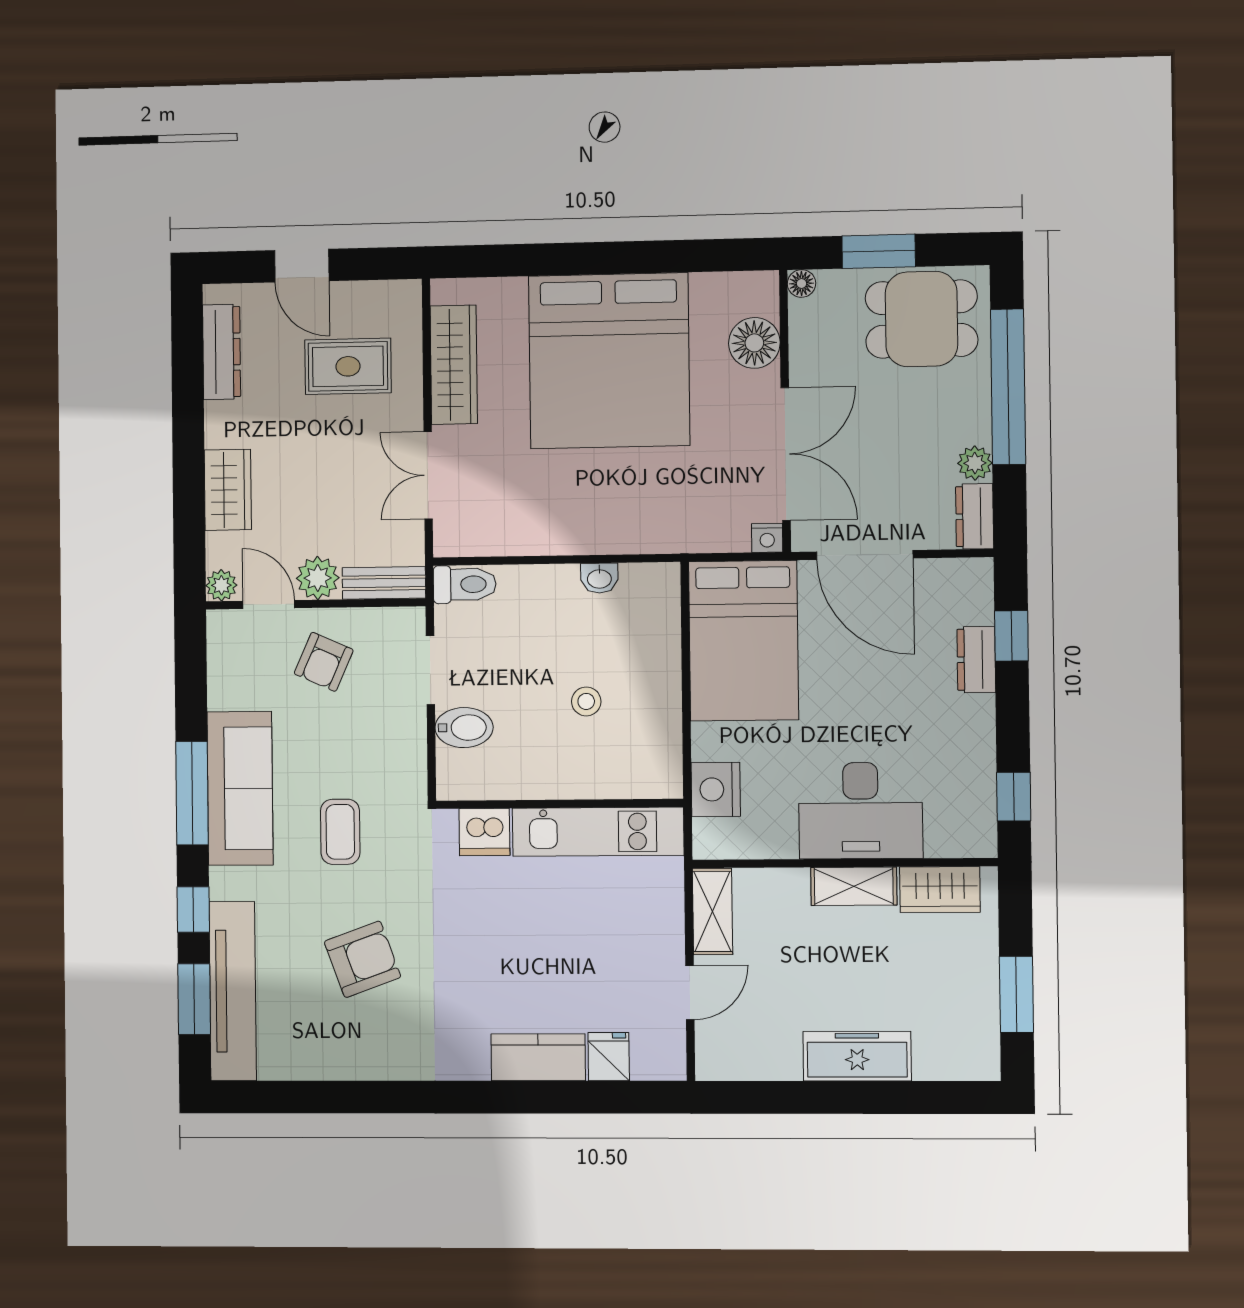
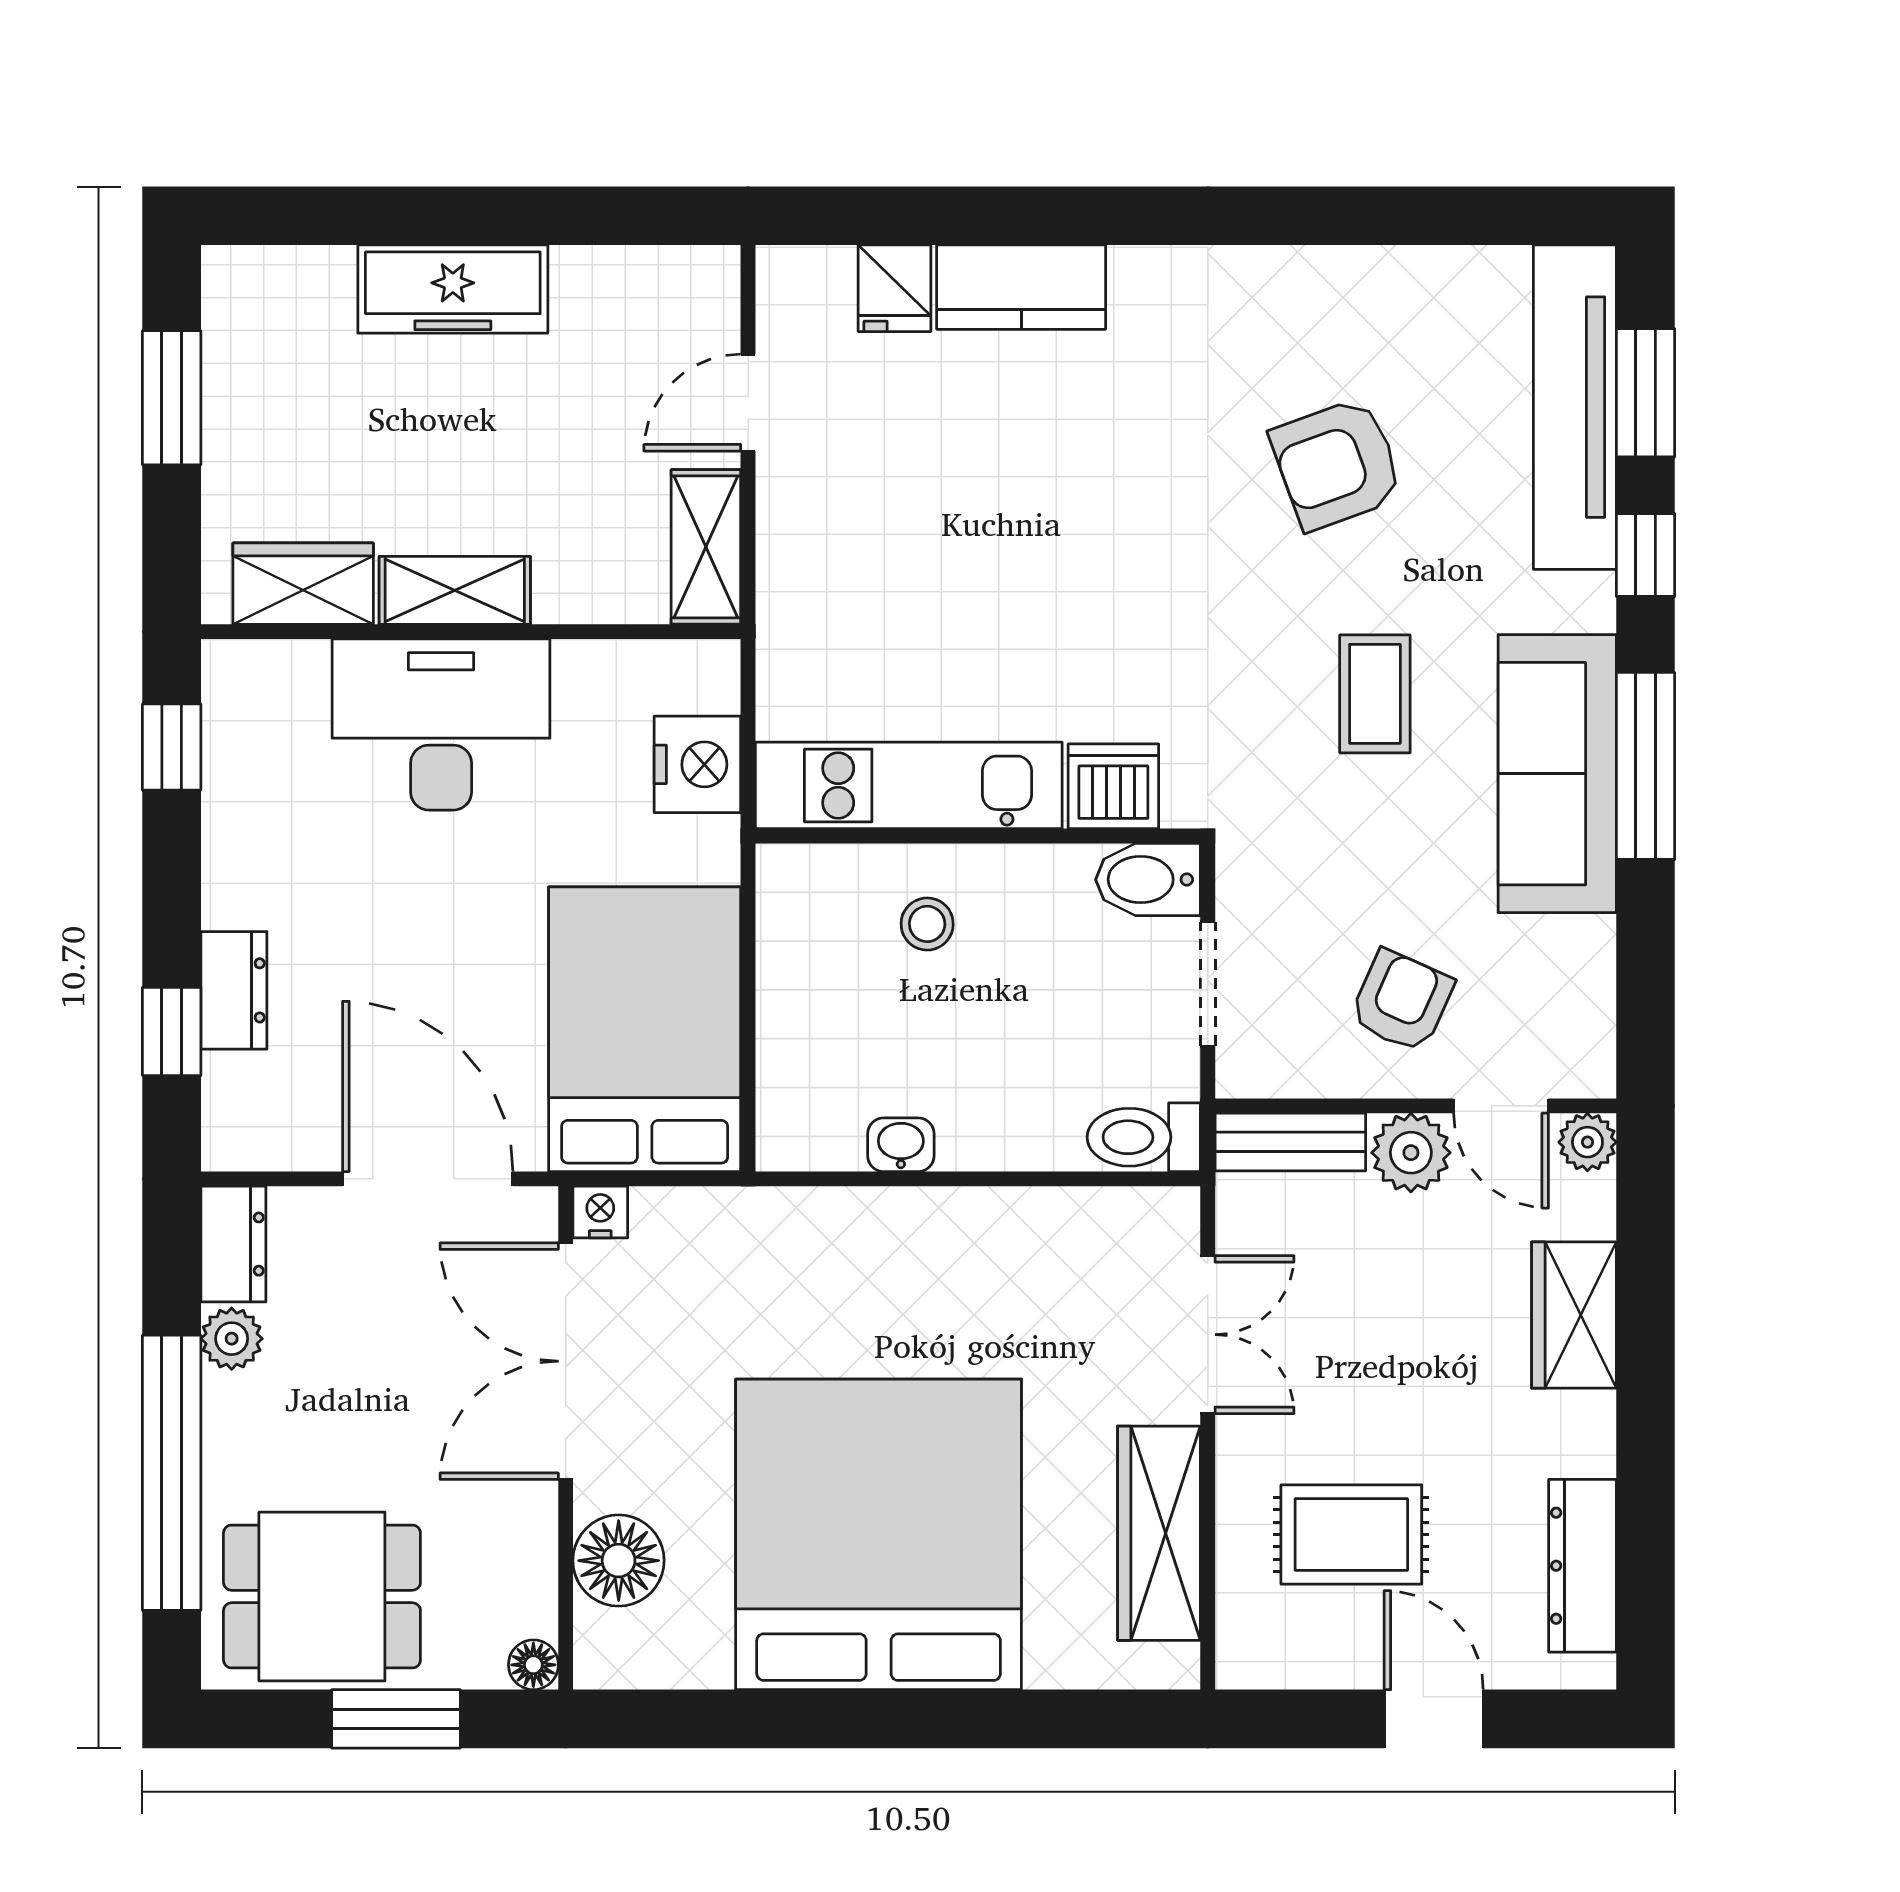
wall: (559, 804) -> (978, 836), moved
dishwasher: (484, 832) -> (1113, 786), moved
kitchen unit: (598, 832) -> (909, 785), moved

